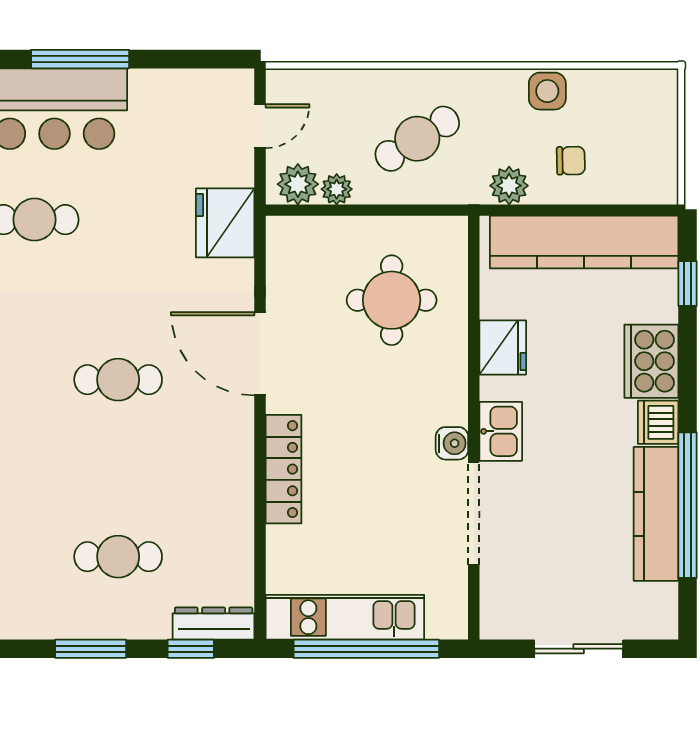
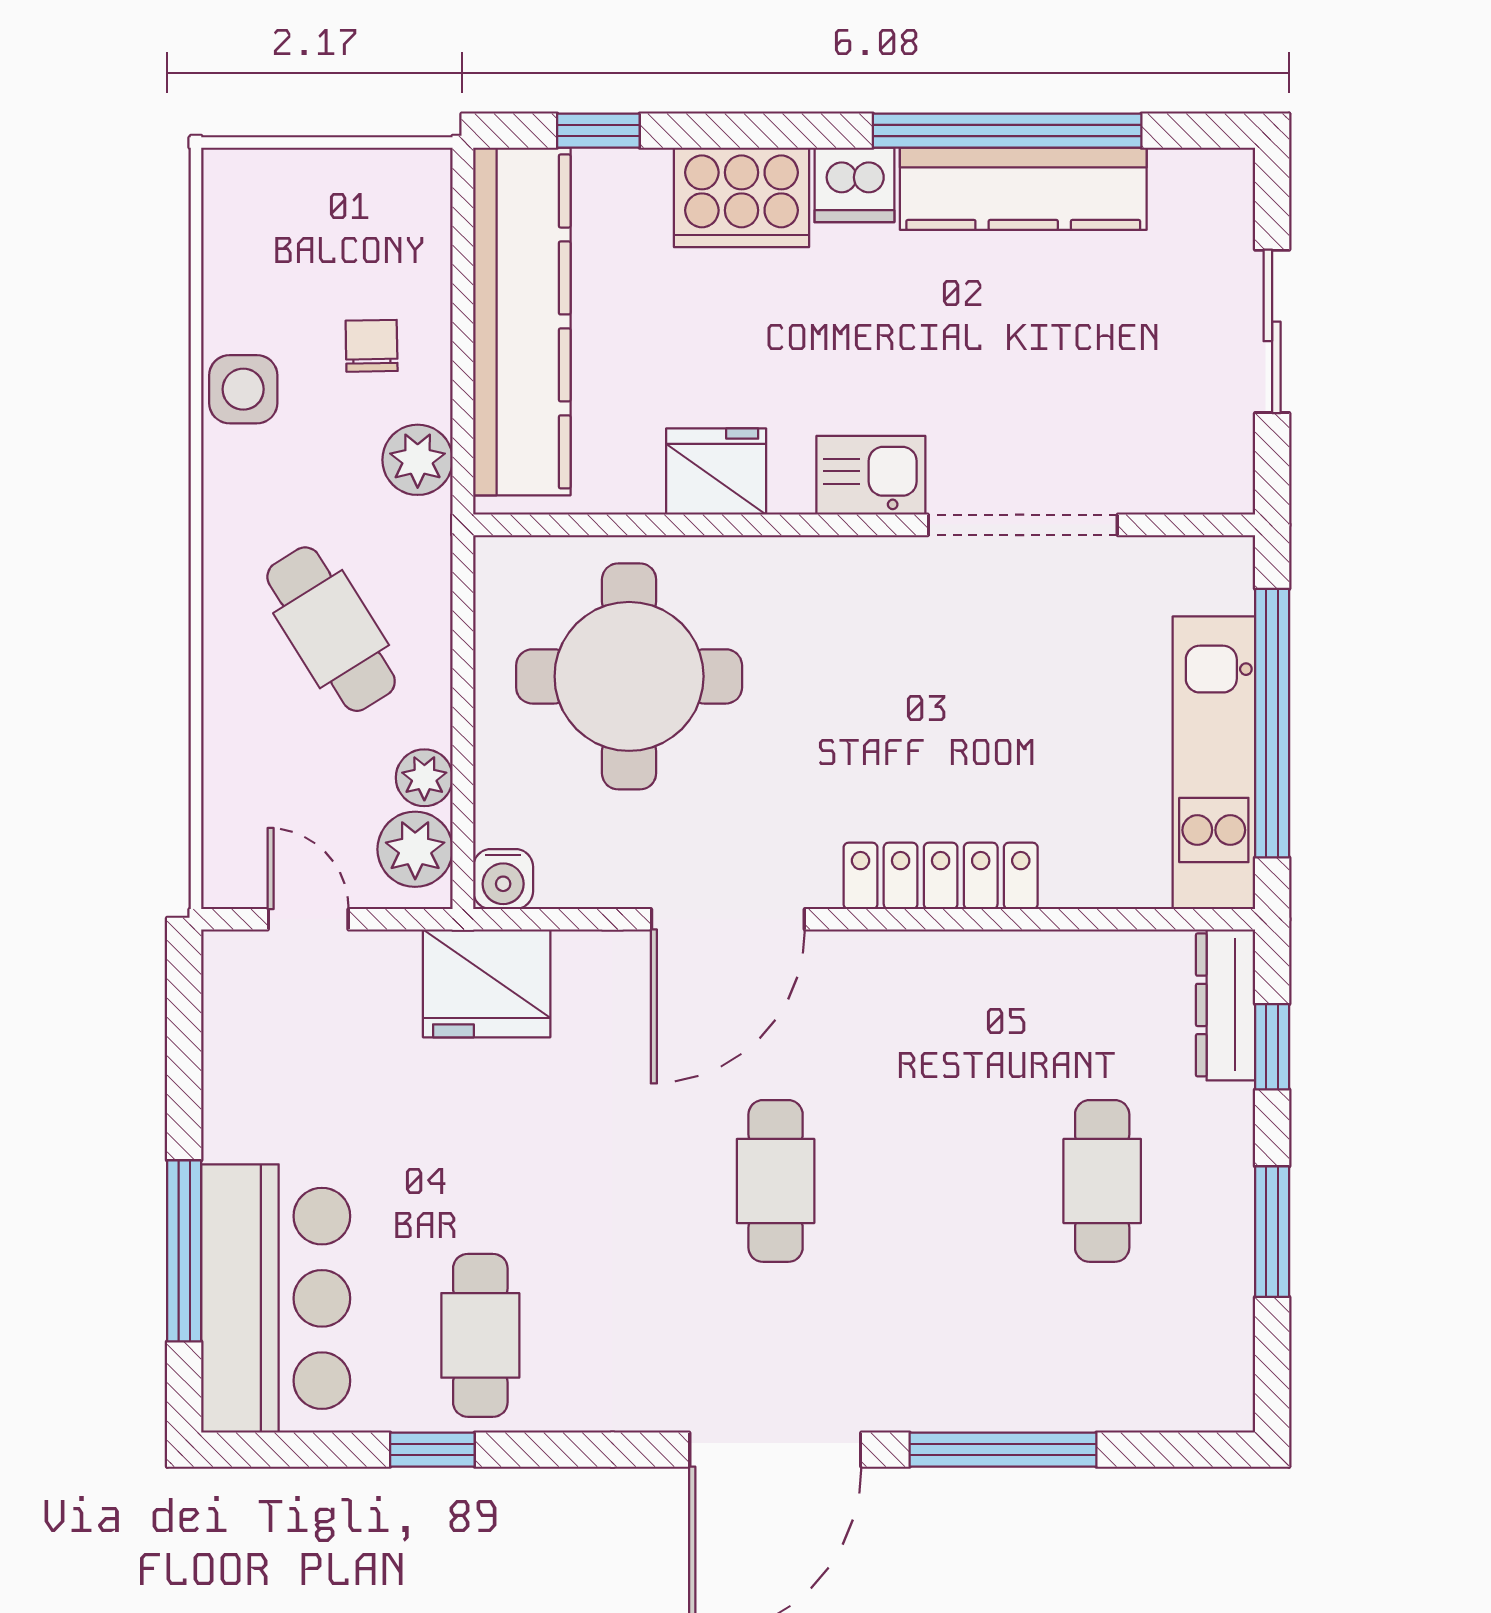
round table: (392, 300) -> (629, 676), width x1.36, depth x1.36
water cooler: (452, 443) -> (503, 879), moved, turned 180

